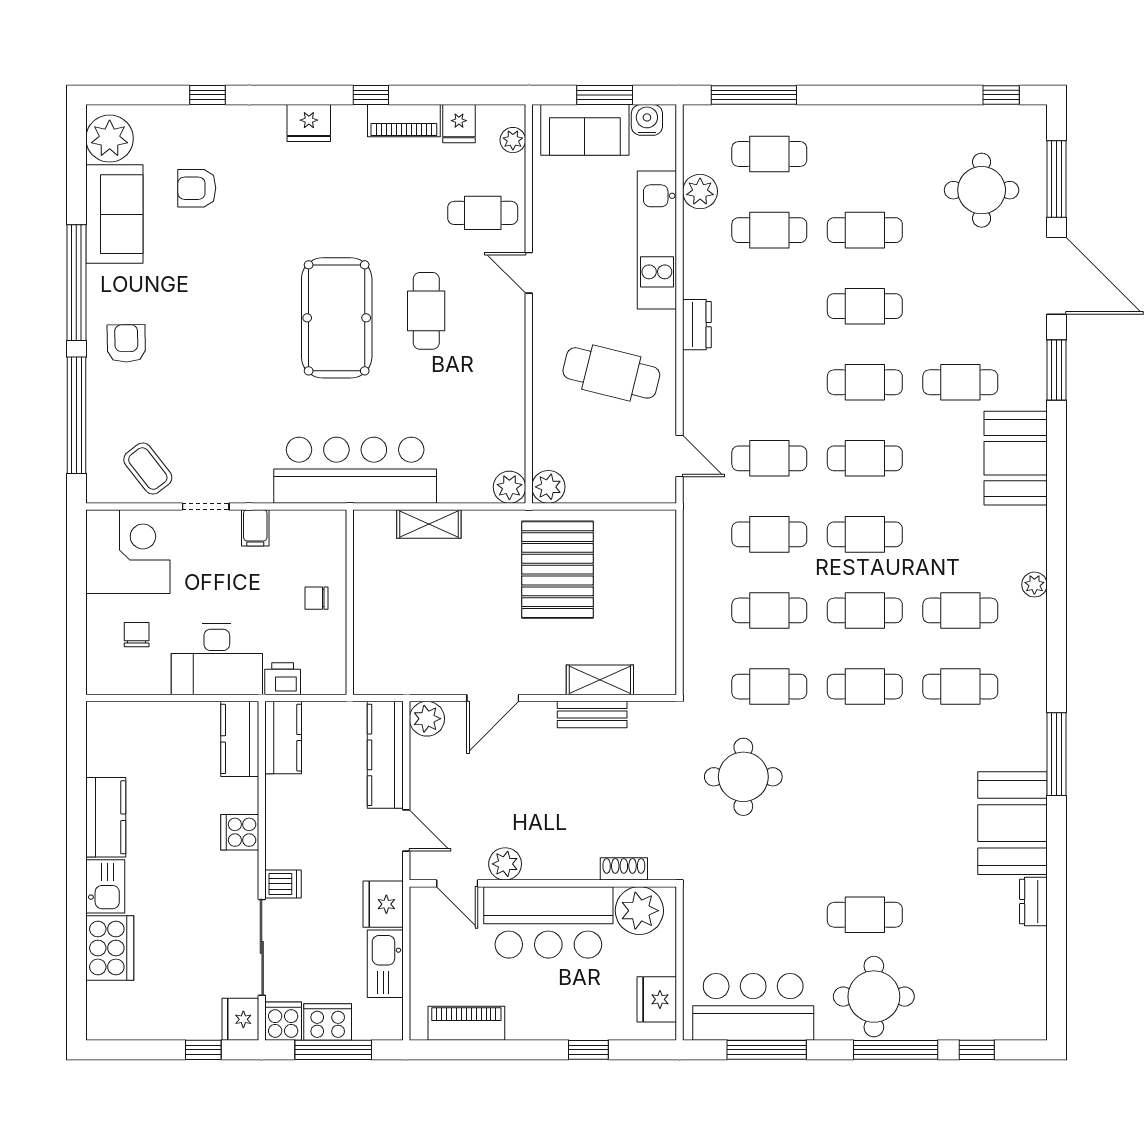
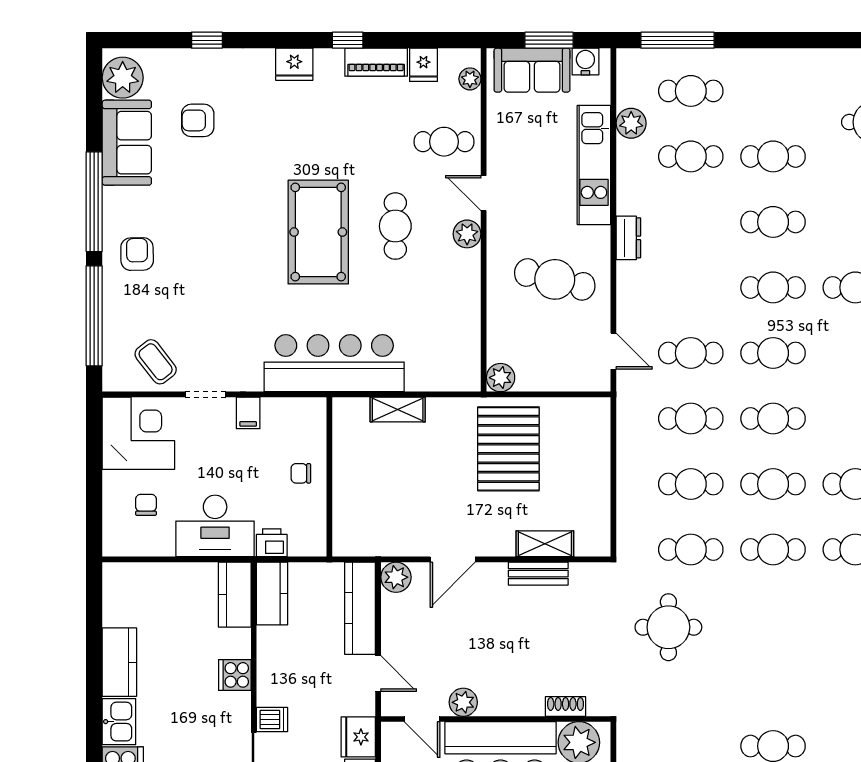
plant: (509, 487) -> (467, 234), moved

